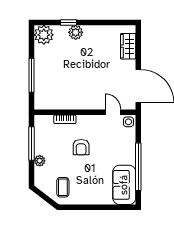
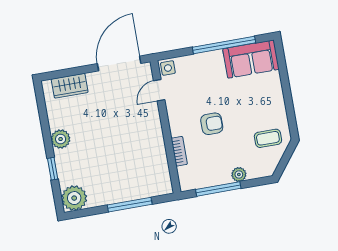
plant: (76, 32) -> (61, 139), moved

